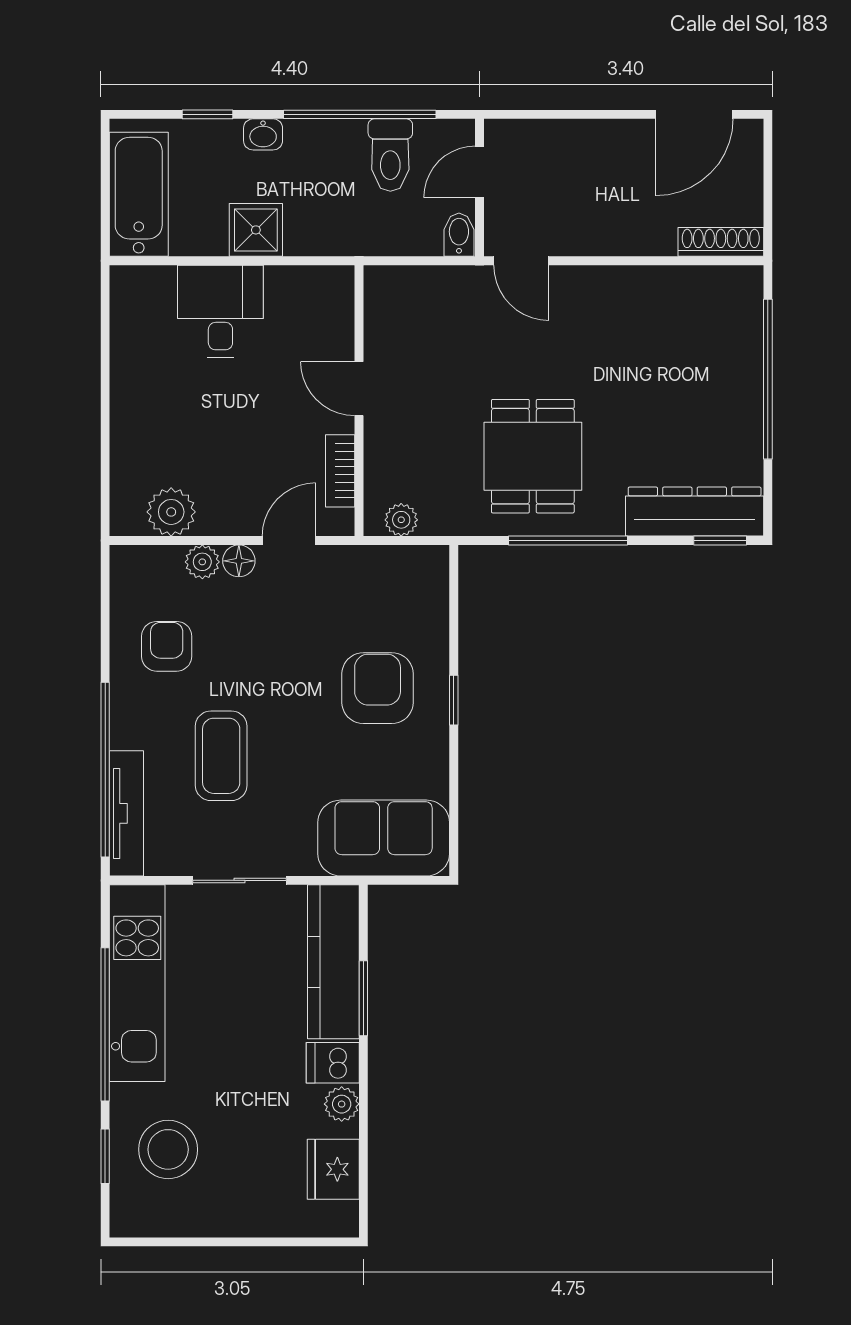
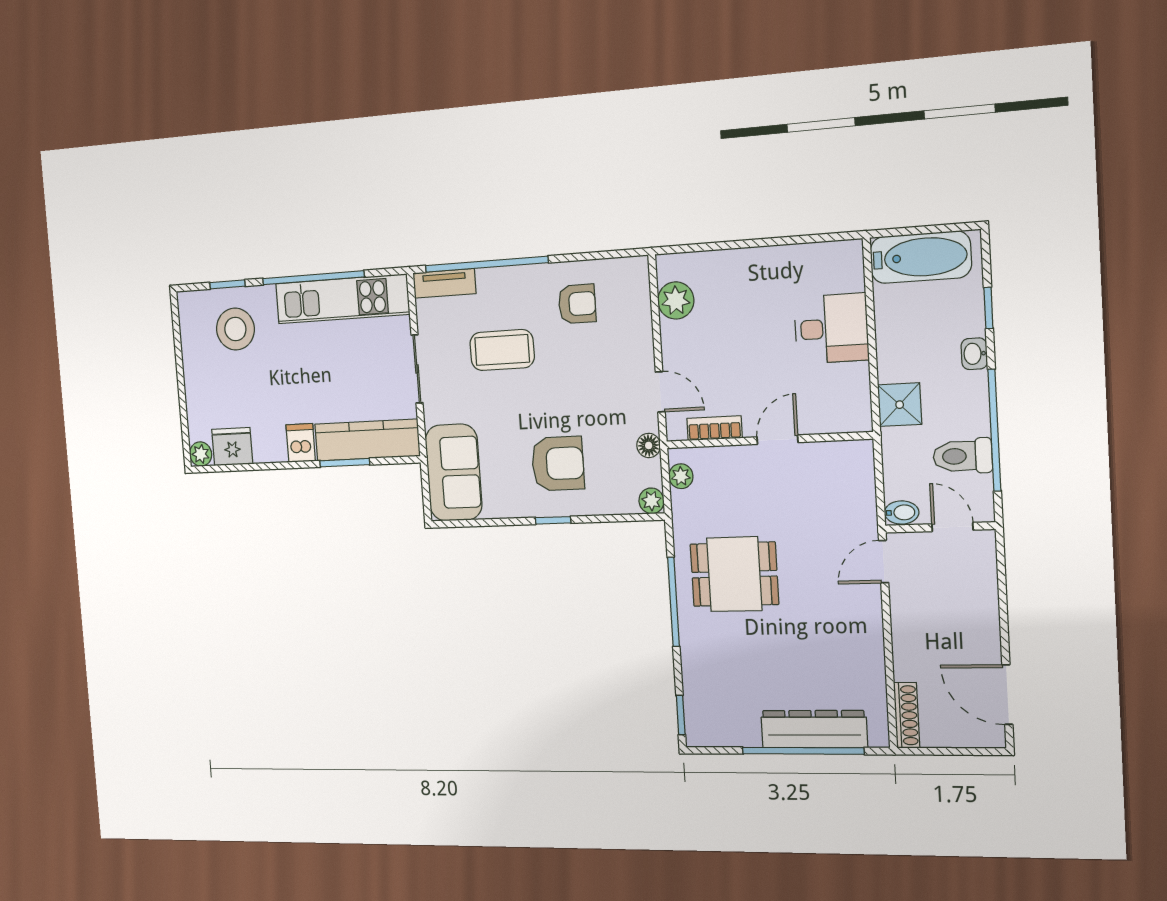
shower: (256, 230) -> (900, 405), moved
dresser: (695, 512) -> (814, 729), moved, turned -90
floor lamp: (239, 561) -> (649, 445), moved
plant: (202, 562) -> (651, 501), moved
tv unit: (126, 813) -> (444, 283), width x0.71
plant: (342, 1104) -> (201, 454), moved

